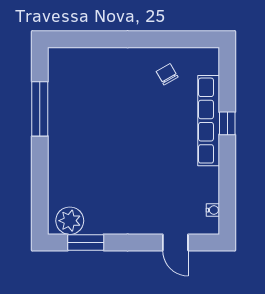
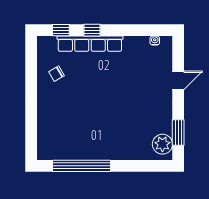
window: (227, 80) -> (61, 30), added
window: (40, 109) -> (82, 166), width x1.46
door: (175, 242) -> (178, 80), moved

